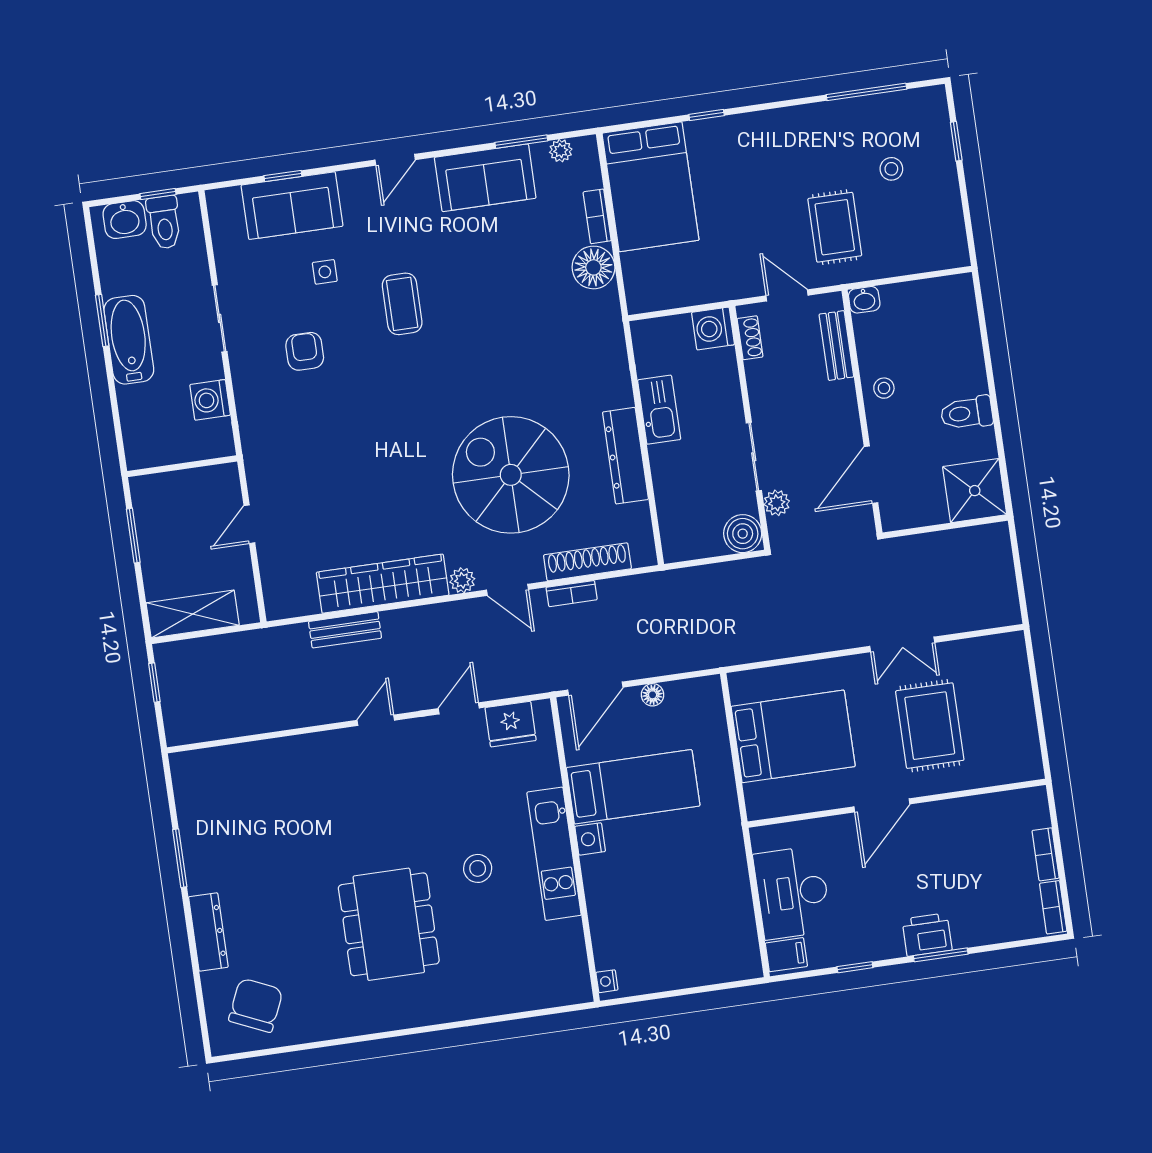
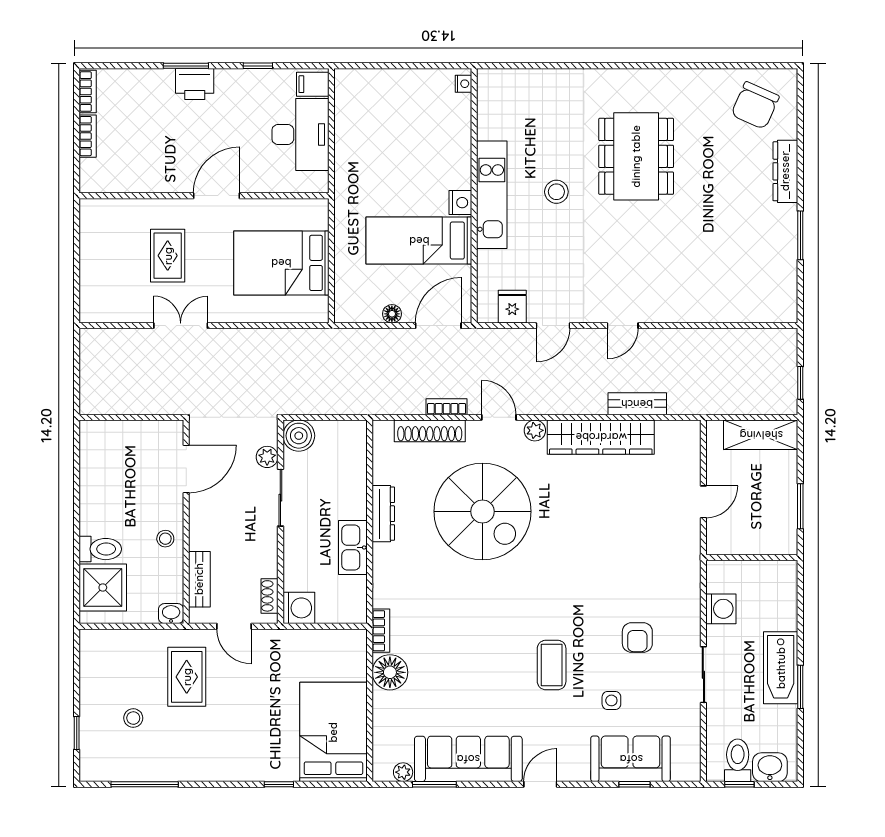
sofa: (485, 178) -> (468, 759), width x1.36
bookcase: (597, 216) -> (381, 631), moved
toilet: (967, 413) -> (100, 549), moved
dresser: (625, 456) -> (383, 514), width x0.73, depth x0.80
shower: (975, 491) -> (103, 587), moved
fridge: (511, 724) -> (512, 307), width x0.72
rug: (930, 726) -> (168, 256), width x0.73, depth x0.70

